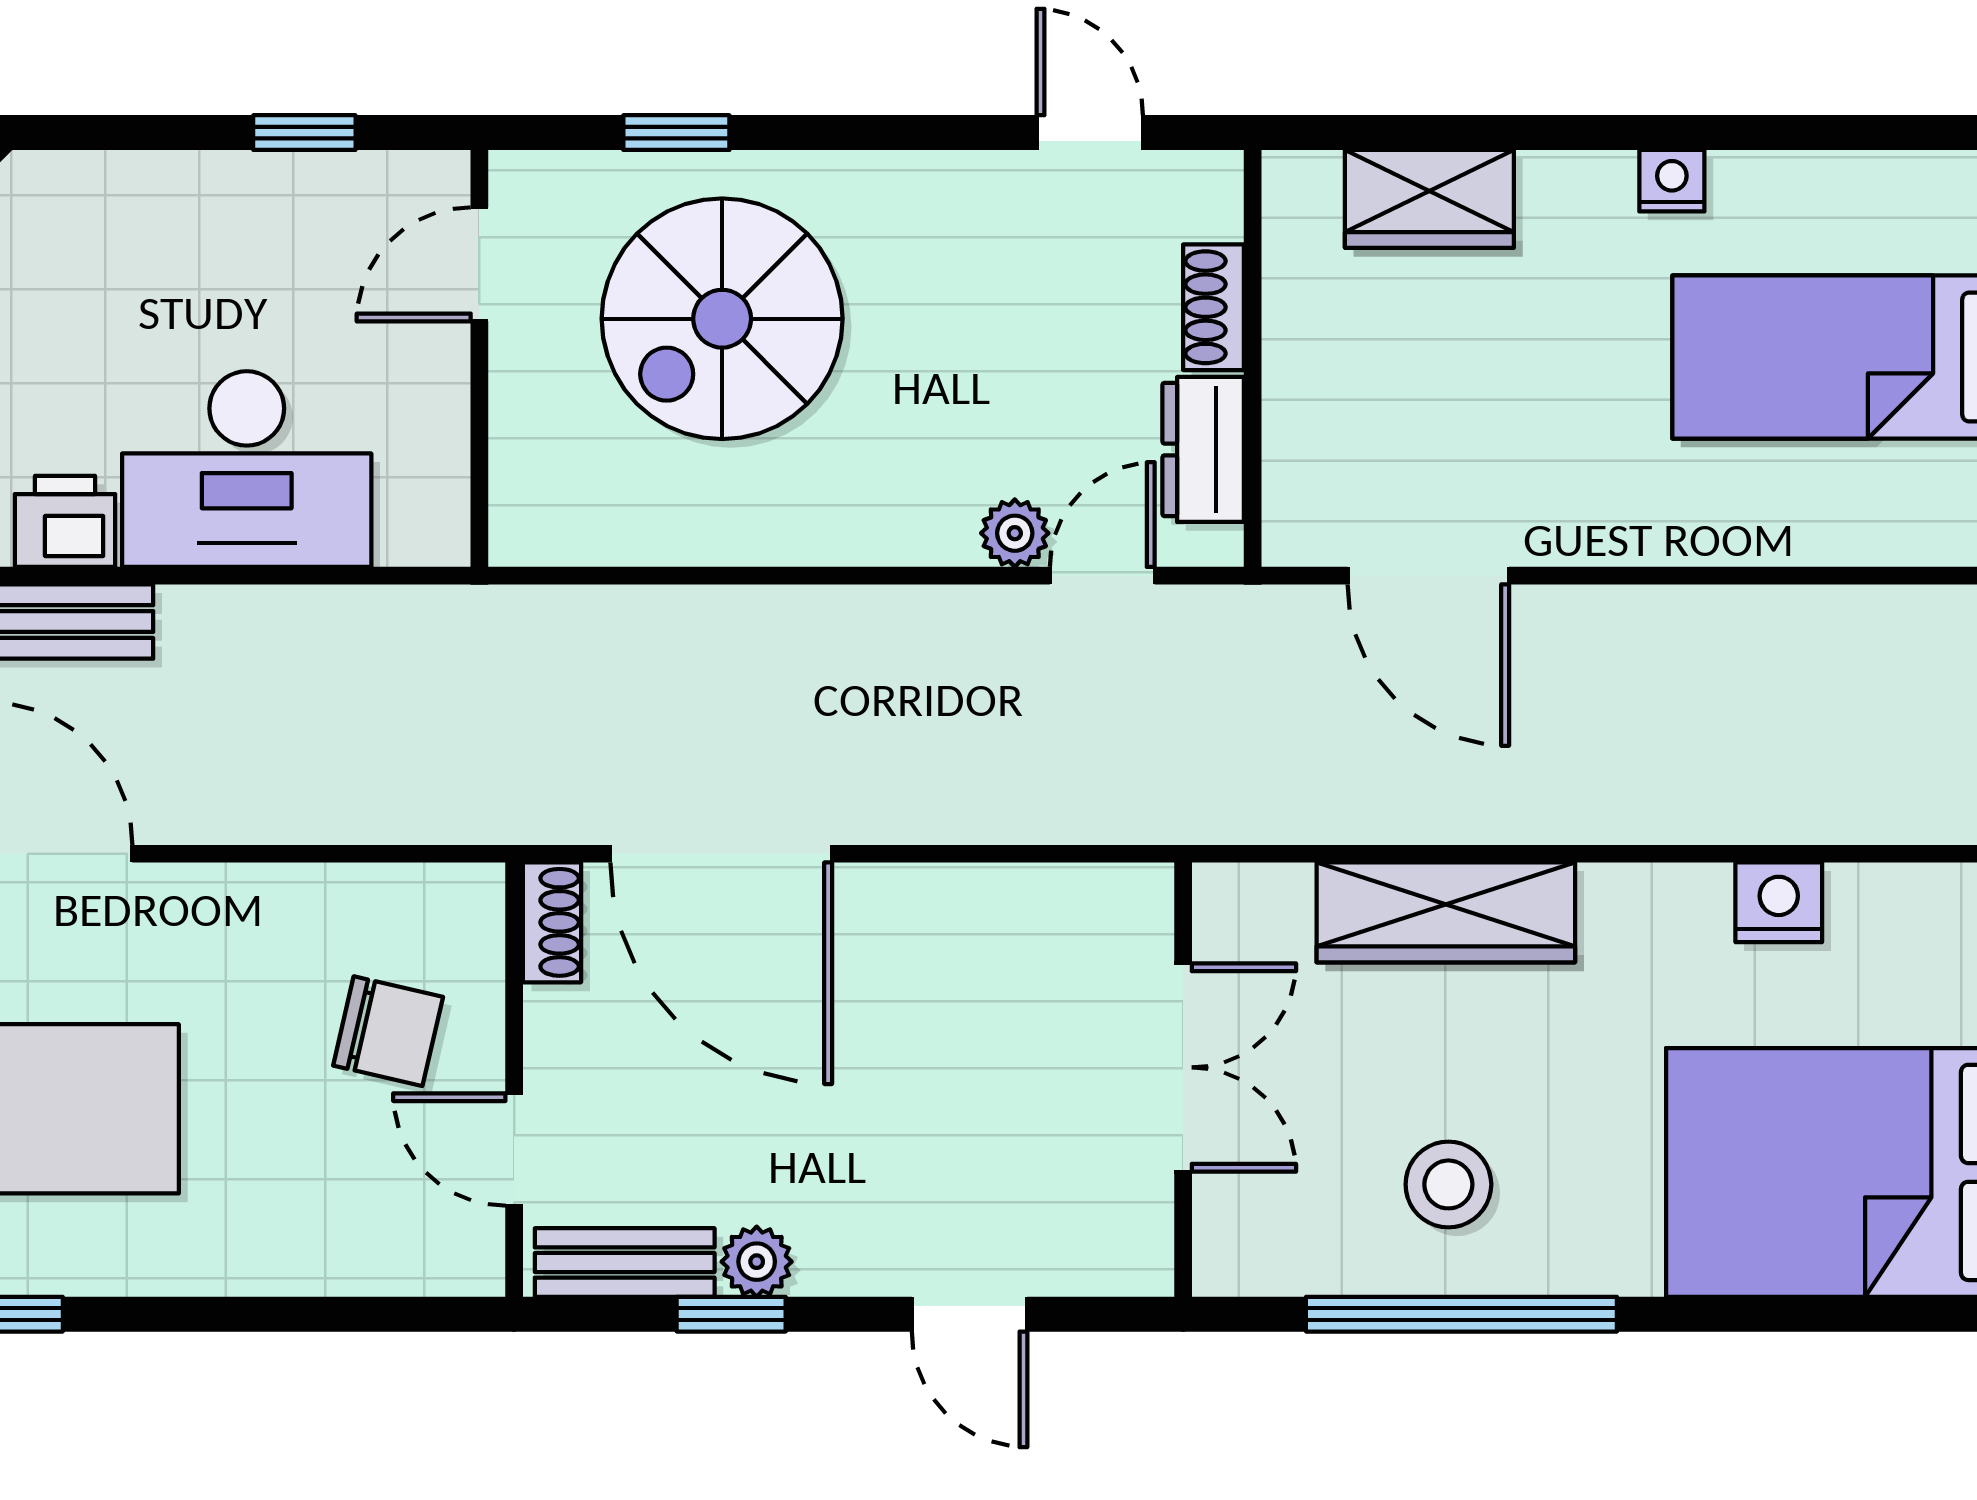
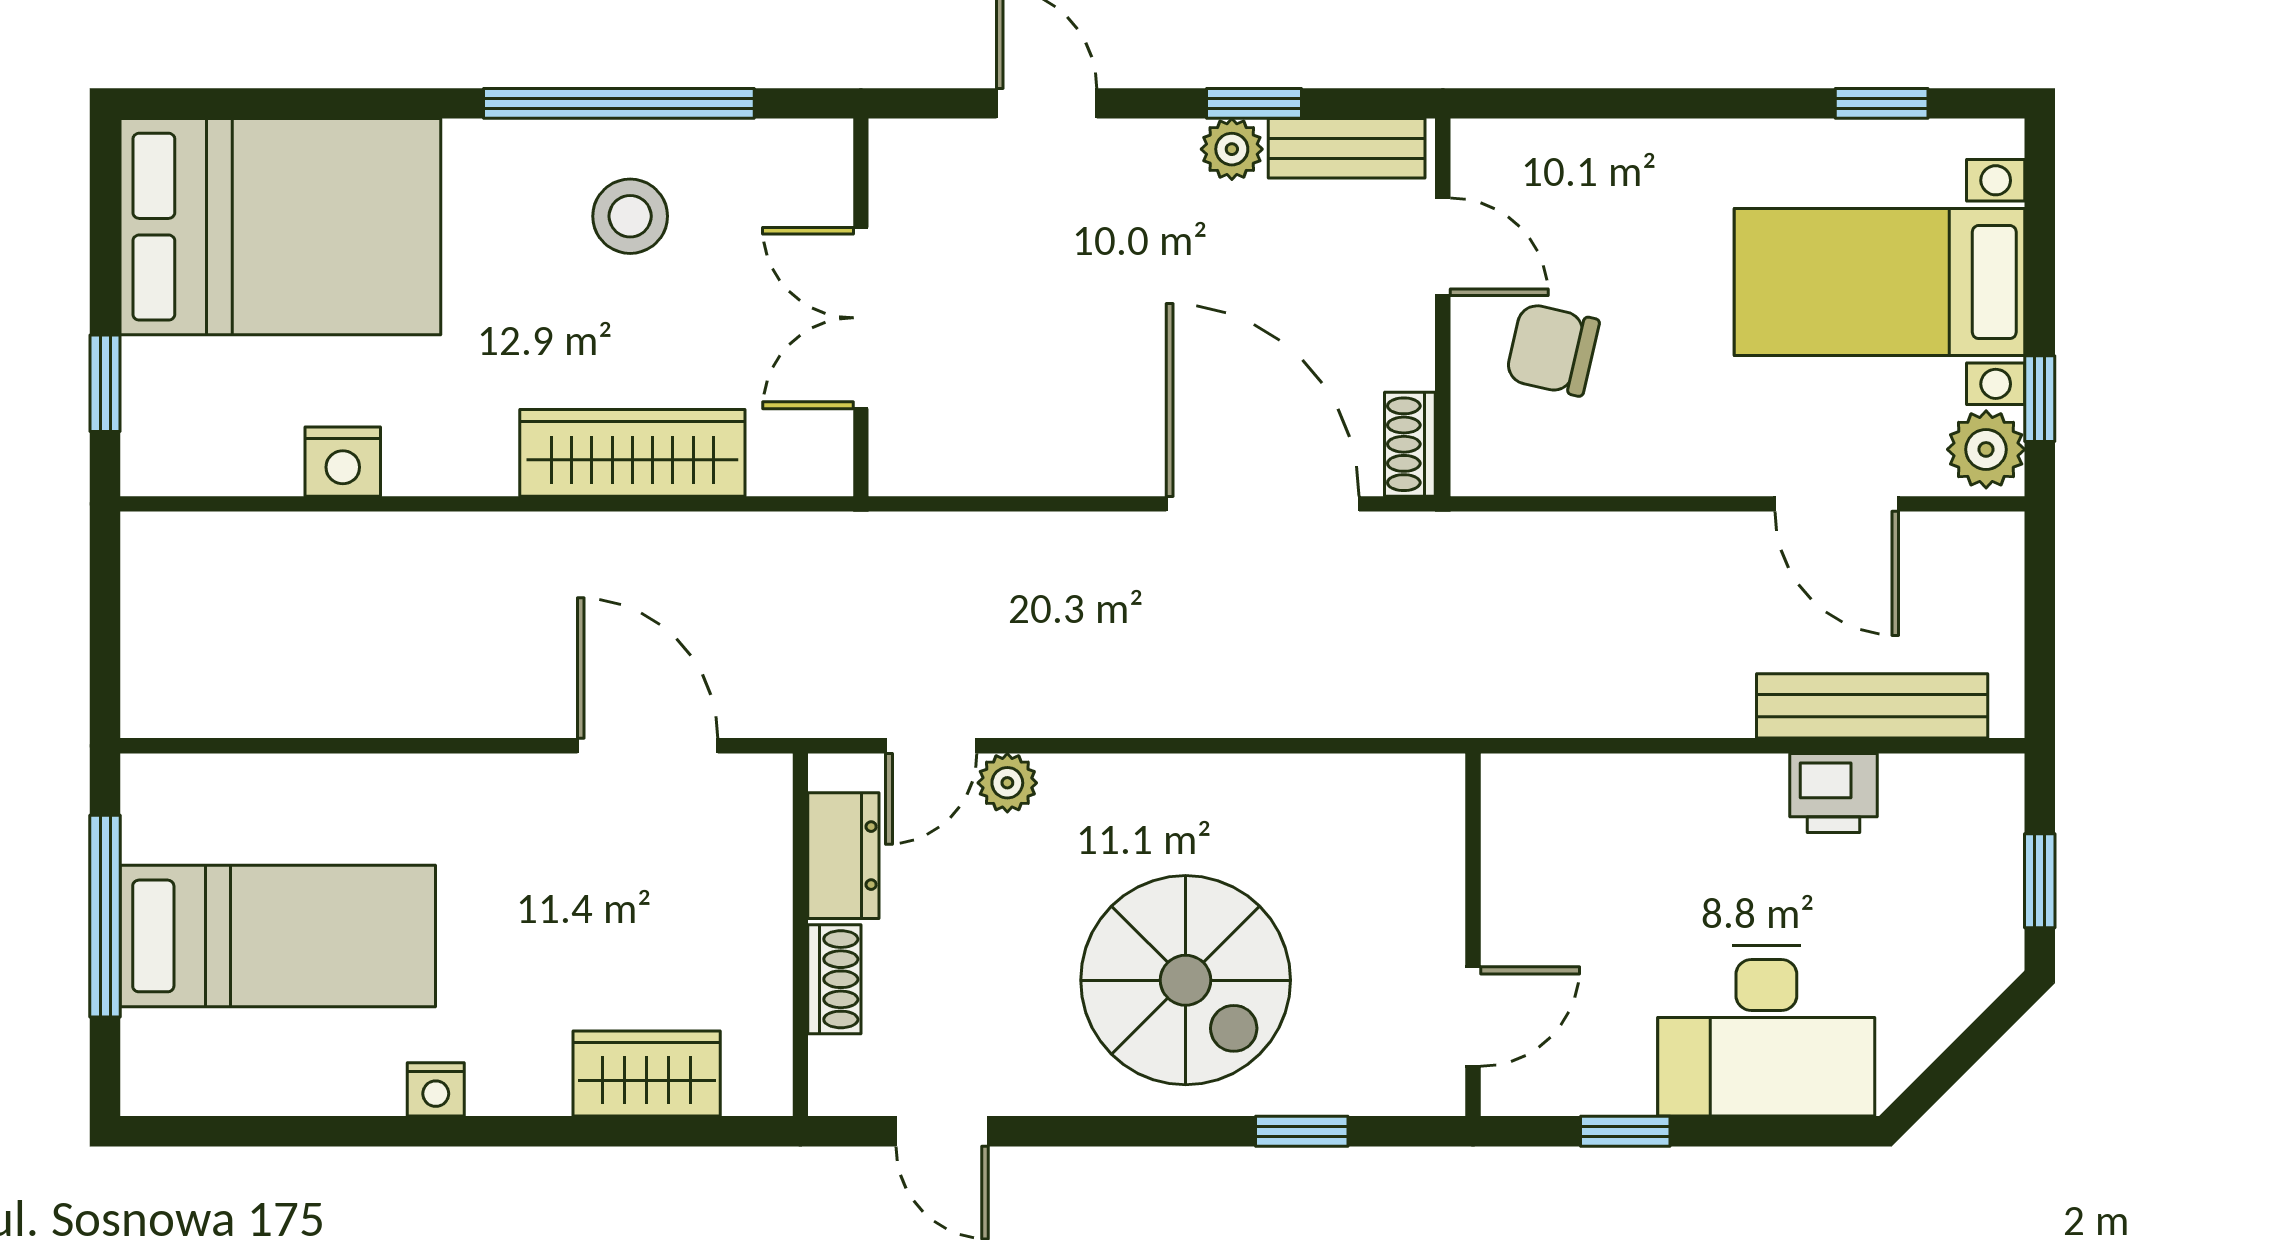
spiral stairs: (722, 319) -> (1186, 980), moved, turned 90
desk: (247, 469) -> (1766, 1031), moved, turned 180

